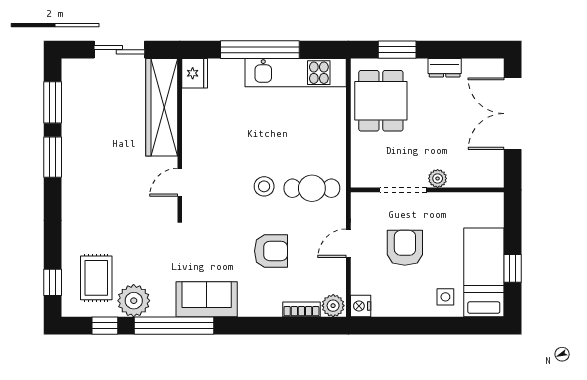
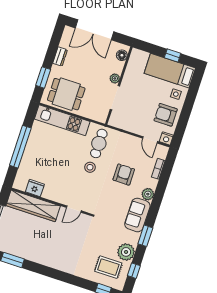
fridge: (195, 73) -> (35, 188), moved
kitchen unit: (296, 73) -> (62, 120), moved, turned 90
window: (53, 157) -> (40, 269), removed
floor lamp: (483, 177) -> (122, 55), added
door: (180, 182) -> (74, 209), hinge flipped
door: (348, 243) -> (150, 140), moved
armchair: (405, 248) -> (166, 115), moved
plant: (333, 306) -> (148, 194), moved
window: (174, 326) -> (145, 236), width x0.47

